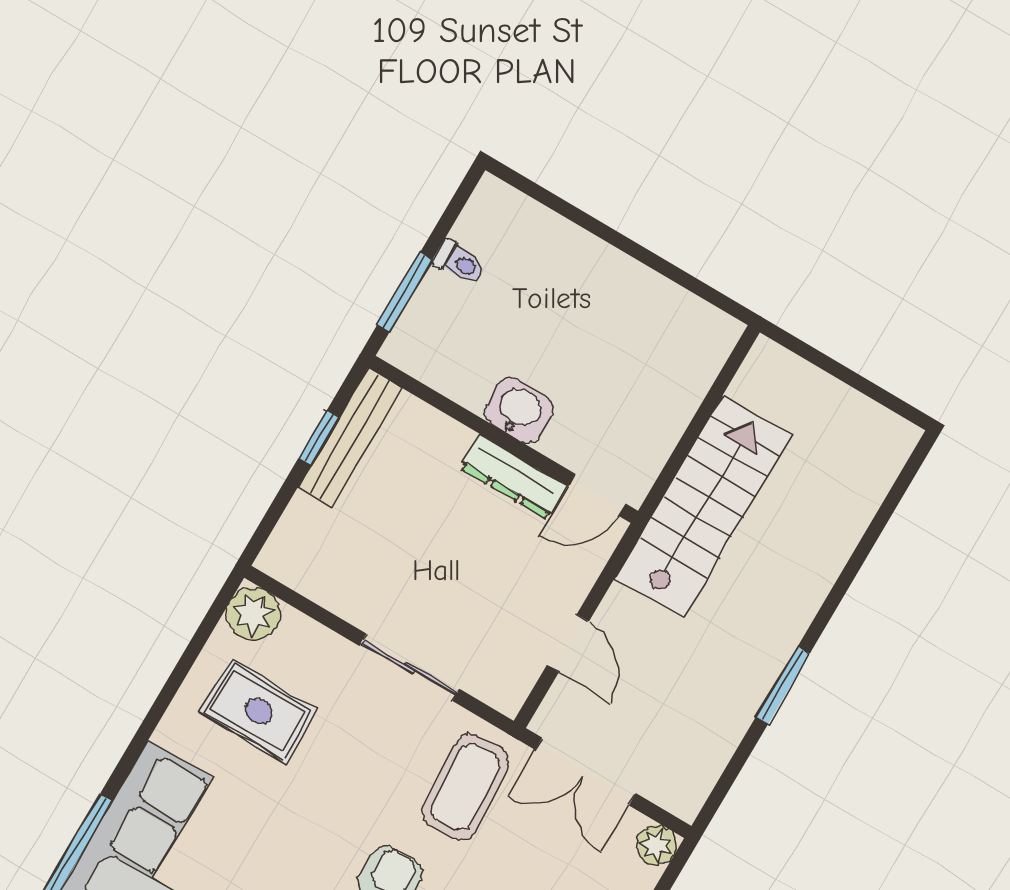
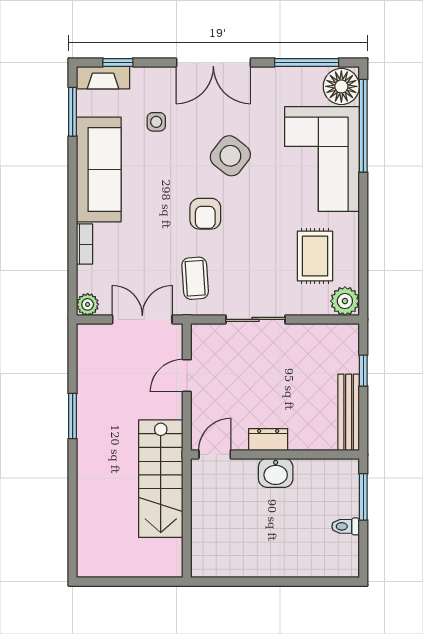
window: (319, 438) -> (363, 371), moved
dresser: (513, 477) -> (268, 440), width x0.70
door: (568, 643) -> (187, 376), hinge flipped
rug: (259, 711) -> (315, 256), turned 90
coffee table: (465, 787) -> (195, 278), width x0.73, depth x0.77

